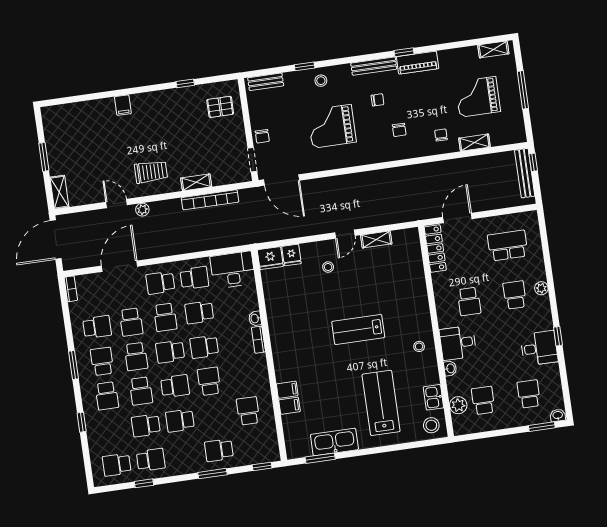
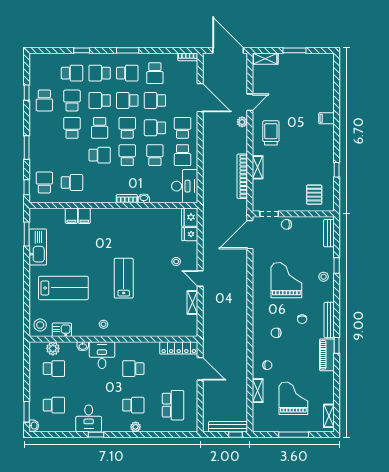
trolley: (151, 172) -> (271, 133), turned 180
school desk: (219, 450) -> (44, 182), moved
school desk: (117, 465) -> (72, 73), moved, turned 90

